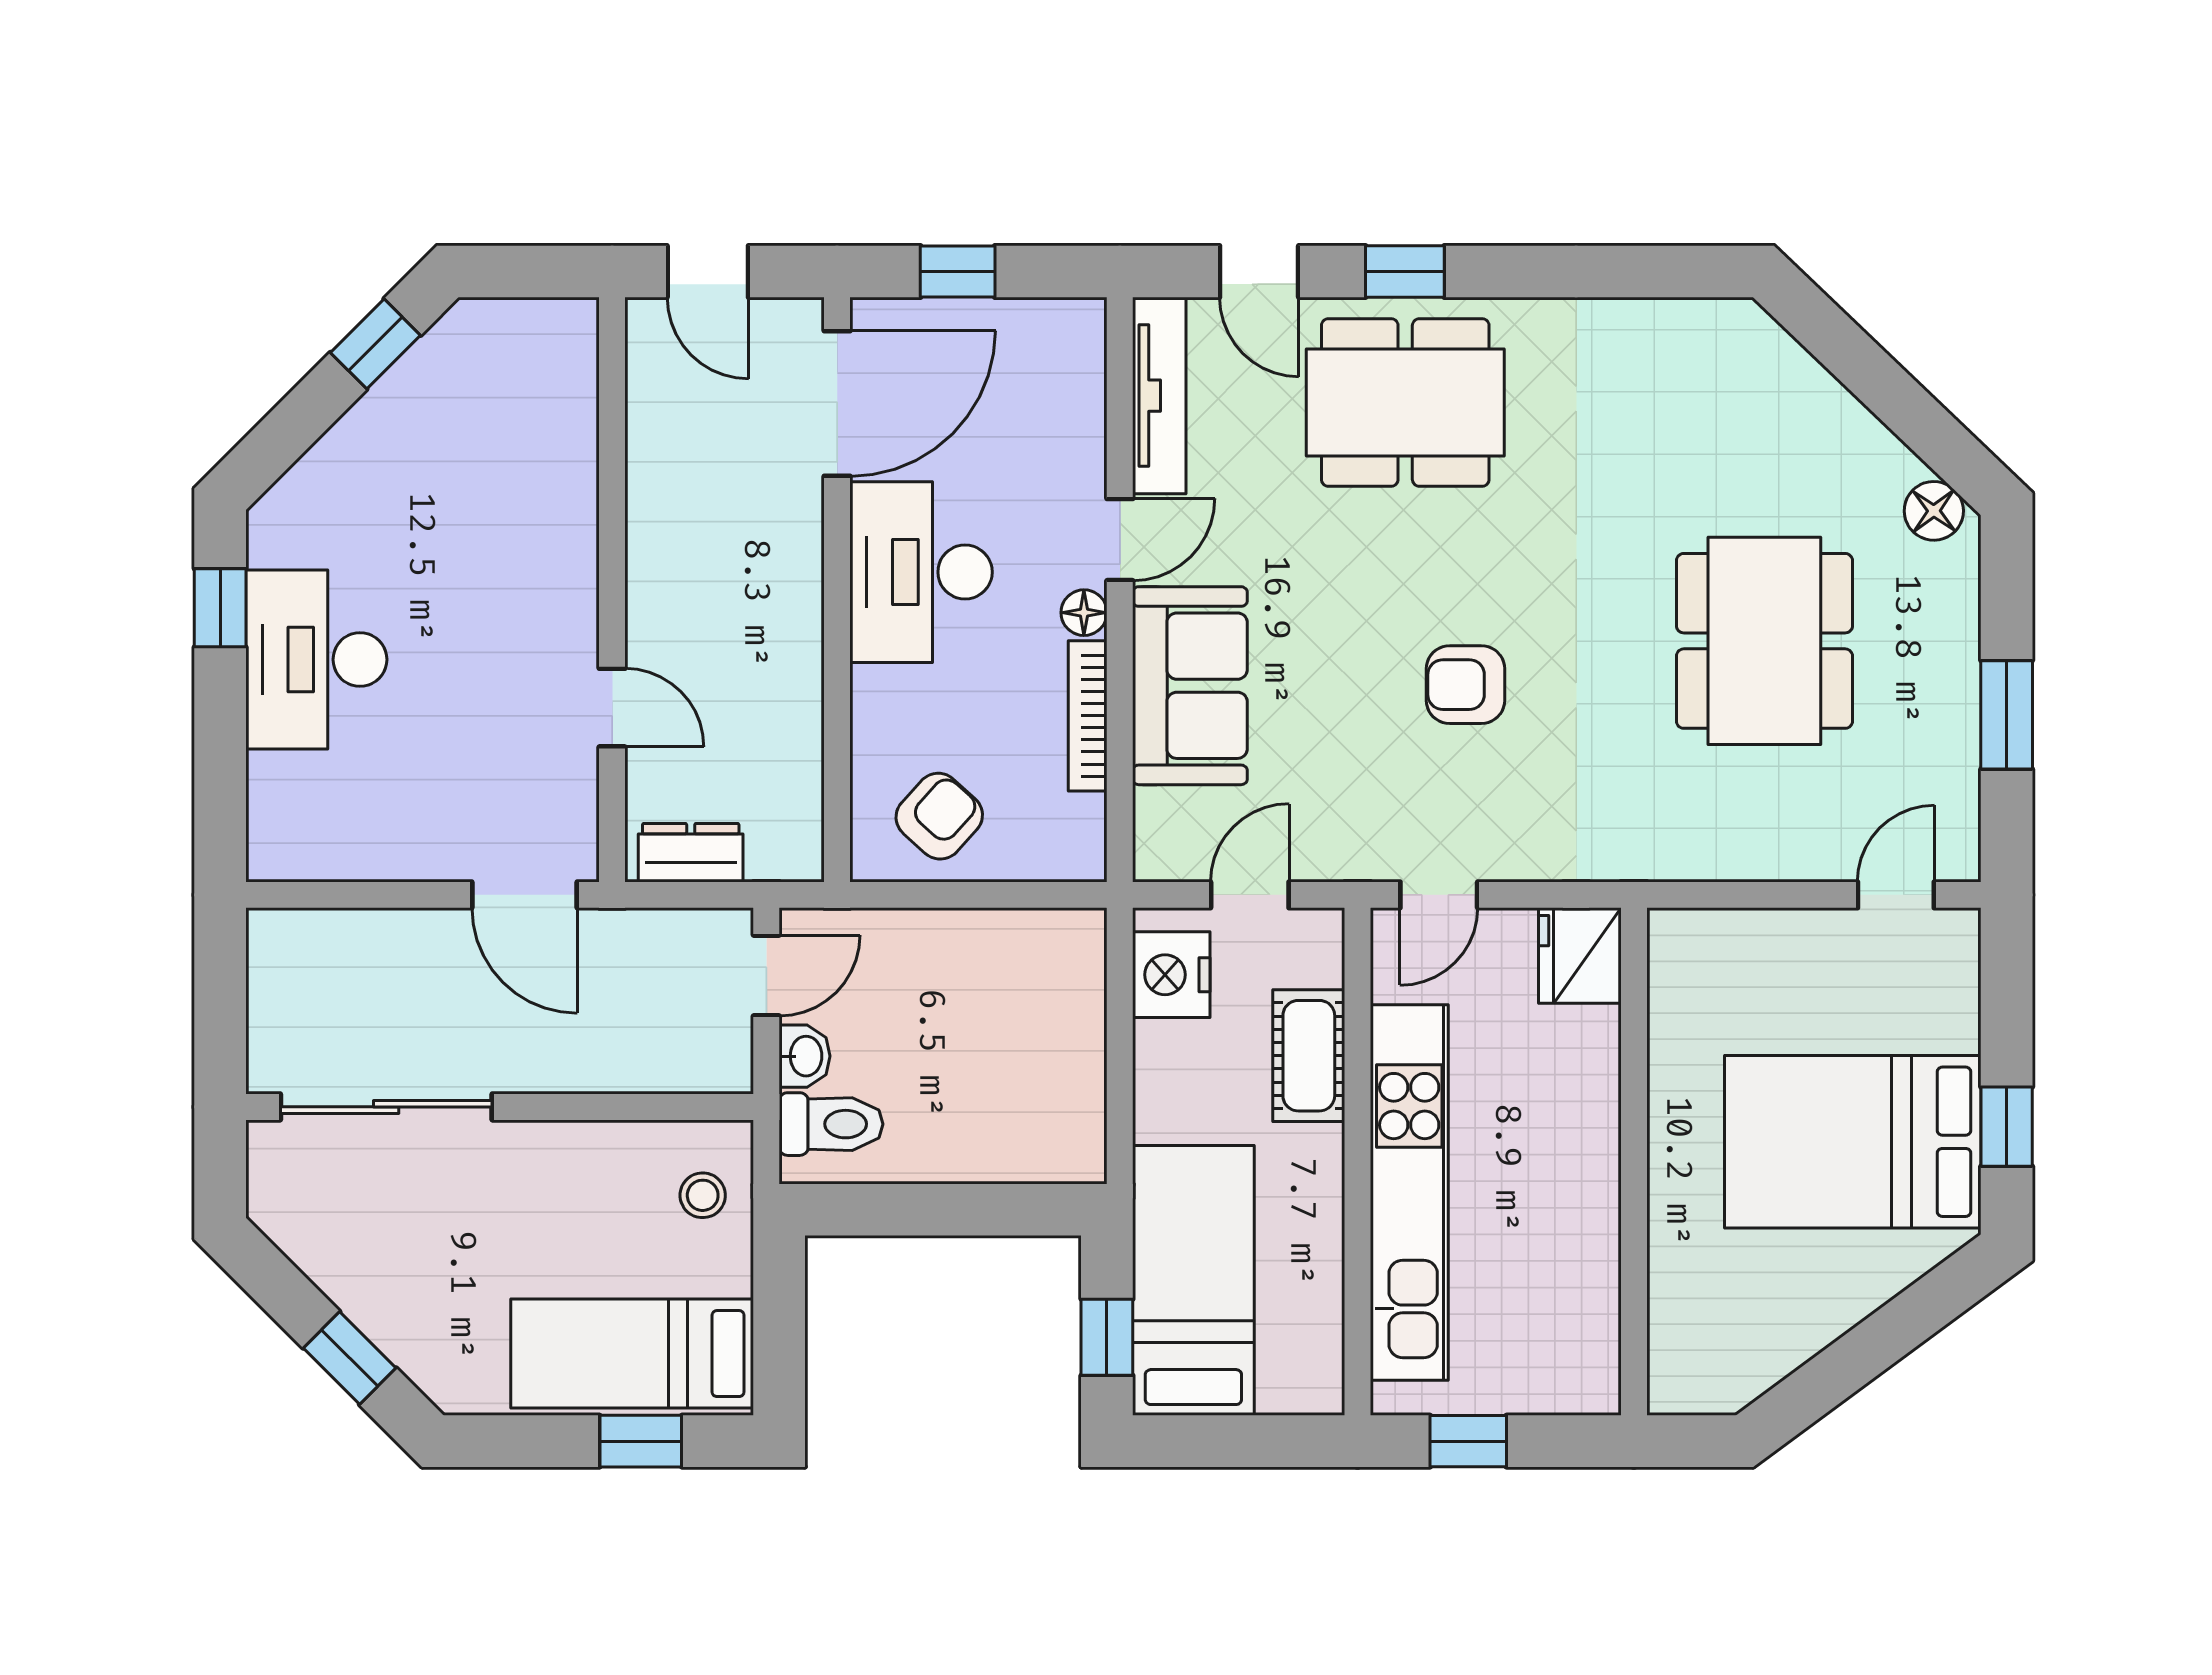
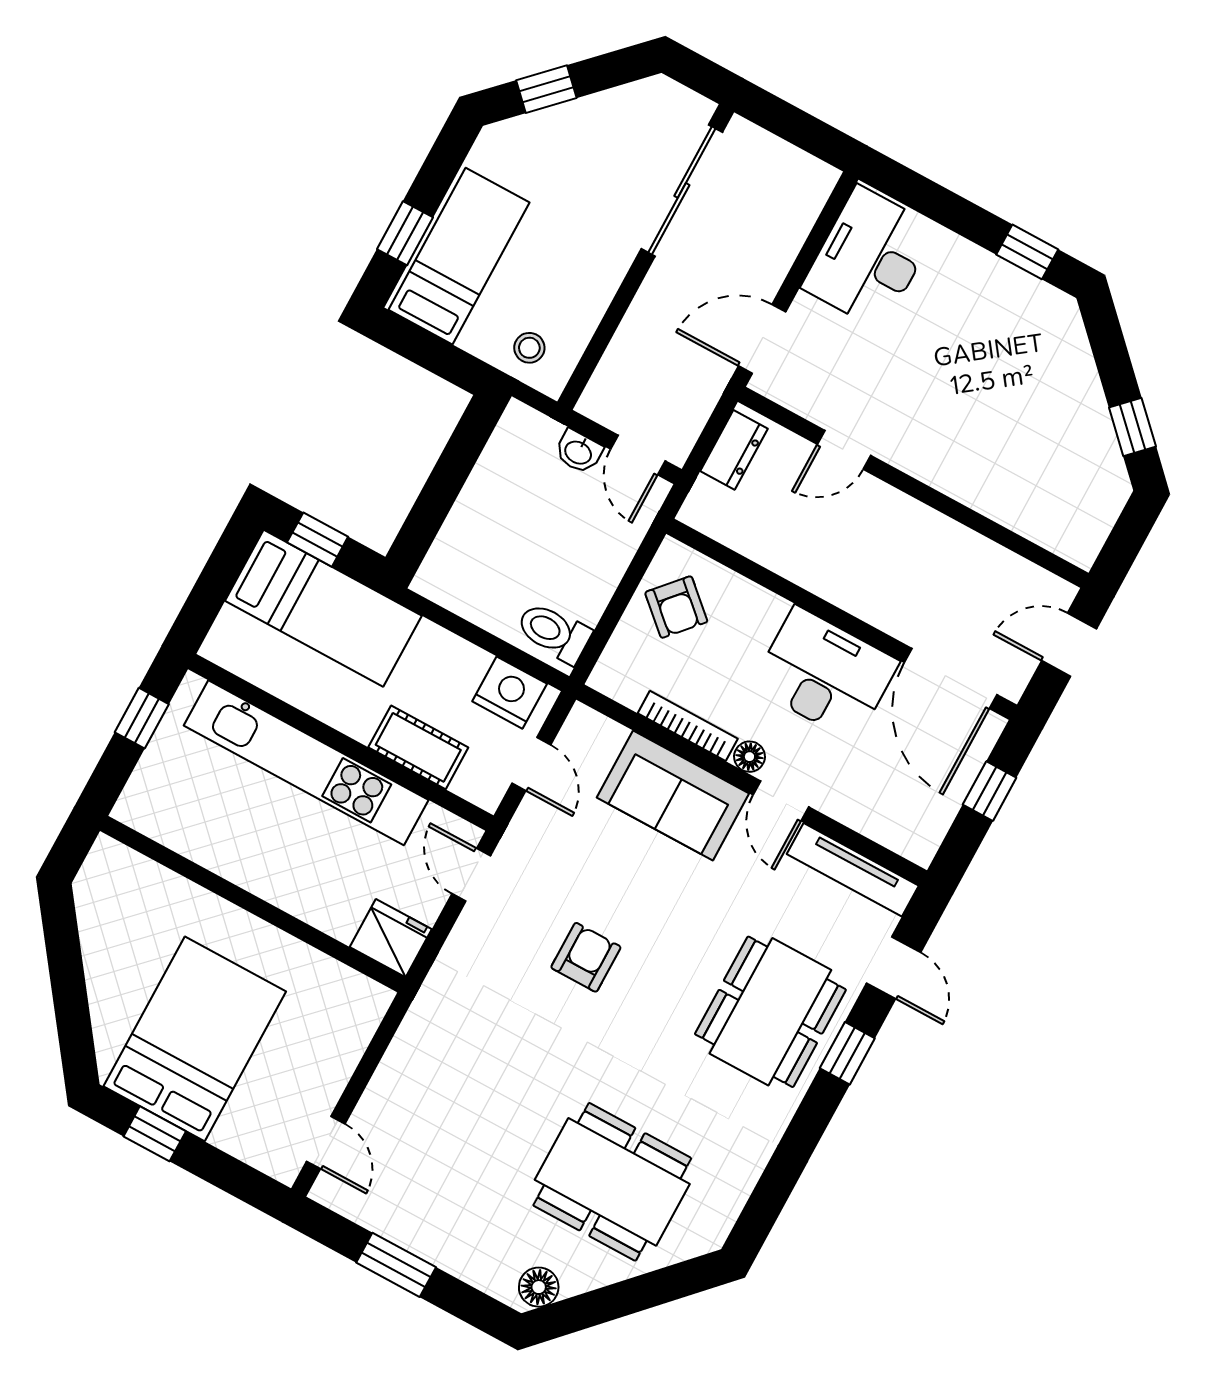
door: (1259, 272) -> (894, 968), swing flipped
dining table: (1764, 641) -> (612, 1182), moved
desk: (316, 660) -> (869, 258), moved, turned -90
toilet: (831, 1124) -> (554, 632), moved, turned 90

